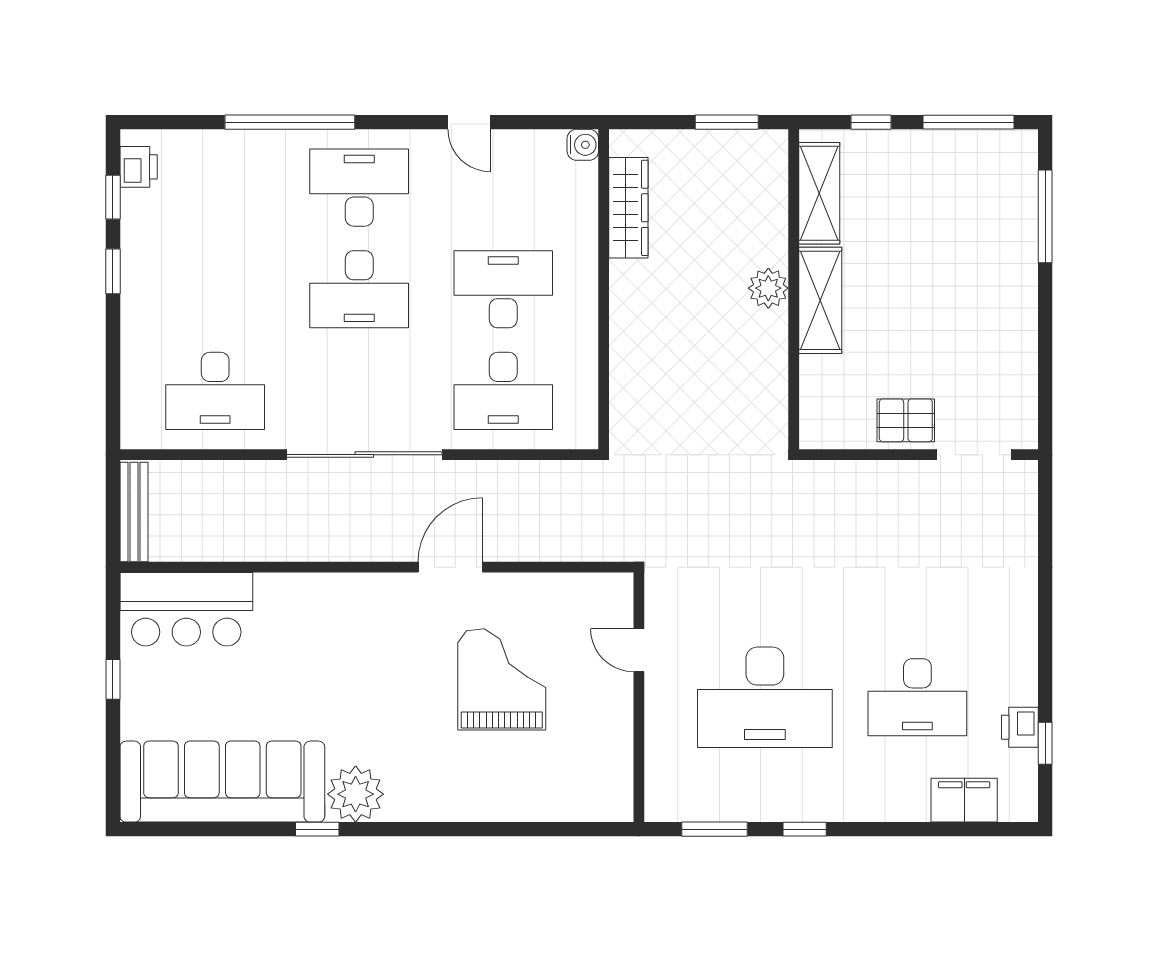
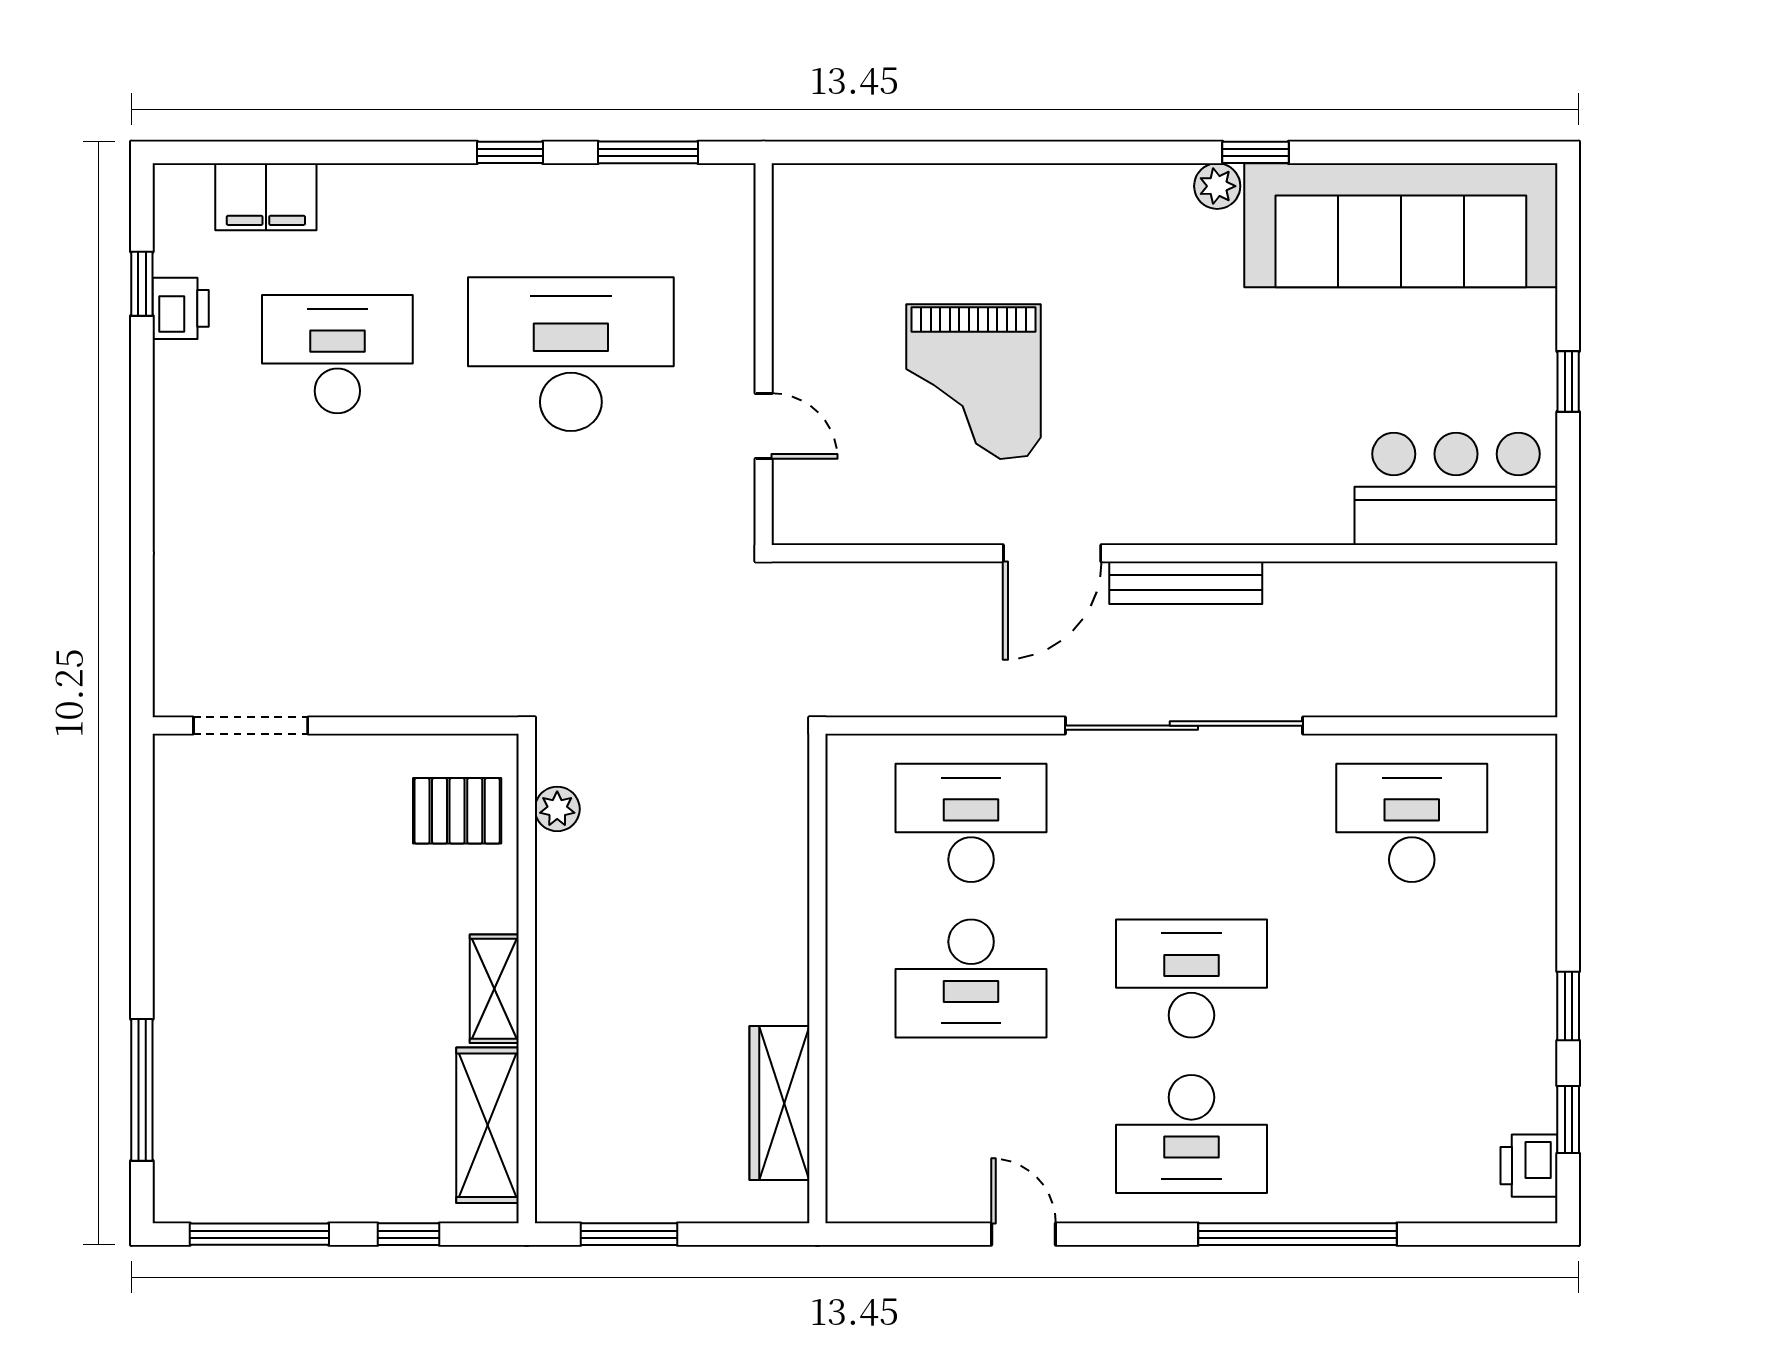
water cooler: (583, 145) -> (849, 1199), removed
plant: (768, 288) -> (557, 809), moved, width x0.73, depth x0.73
shelving: (820, 300) -> (494, 989), width x0.67, depth x0.75
pallet: (906, 420) -> (457, 811), moved
bench: (134, 512) -> (1186, 583), moved, turned 90
plant: (356, 794) -> (1217, 186), width x0.53, depth x0.53

